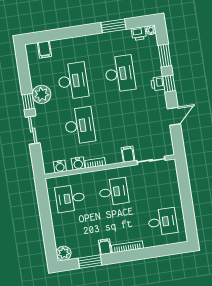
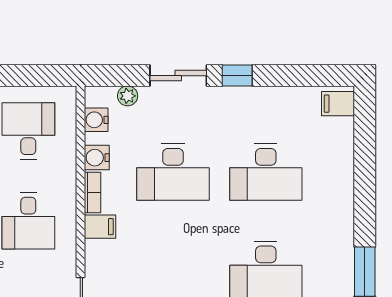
filing cabinet: (44, 49) -> (338, 104), moved
plant: (42, 94) -> (128, 96), moved, width x0.53, depth x0.53
filing cabinet: (128, 154) -> (100, 227), moved

